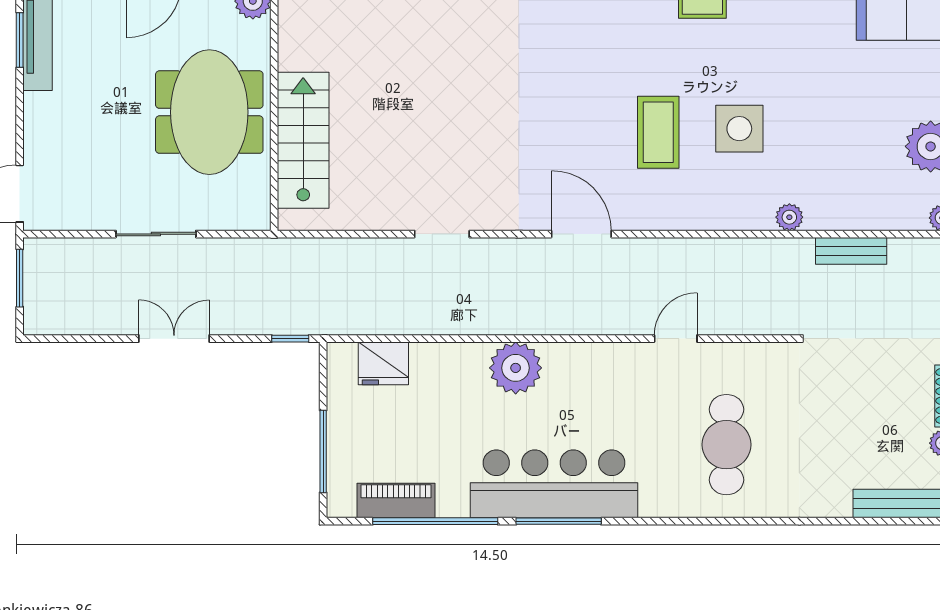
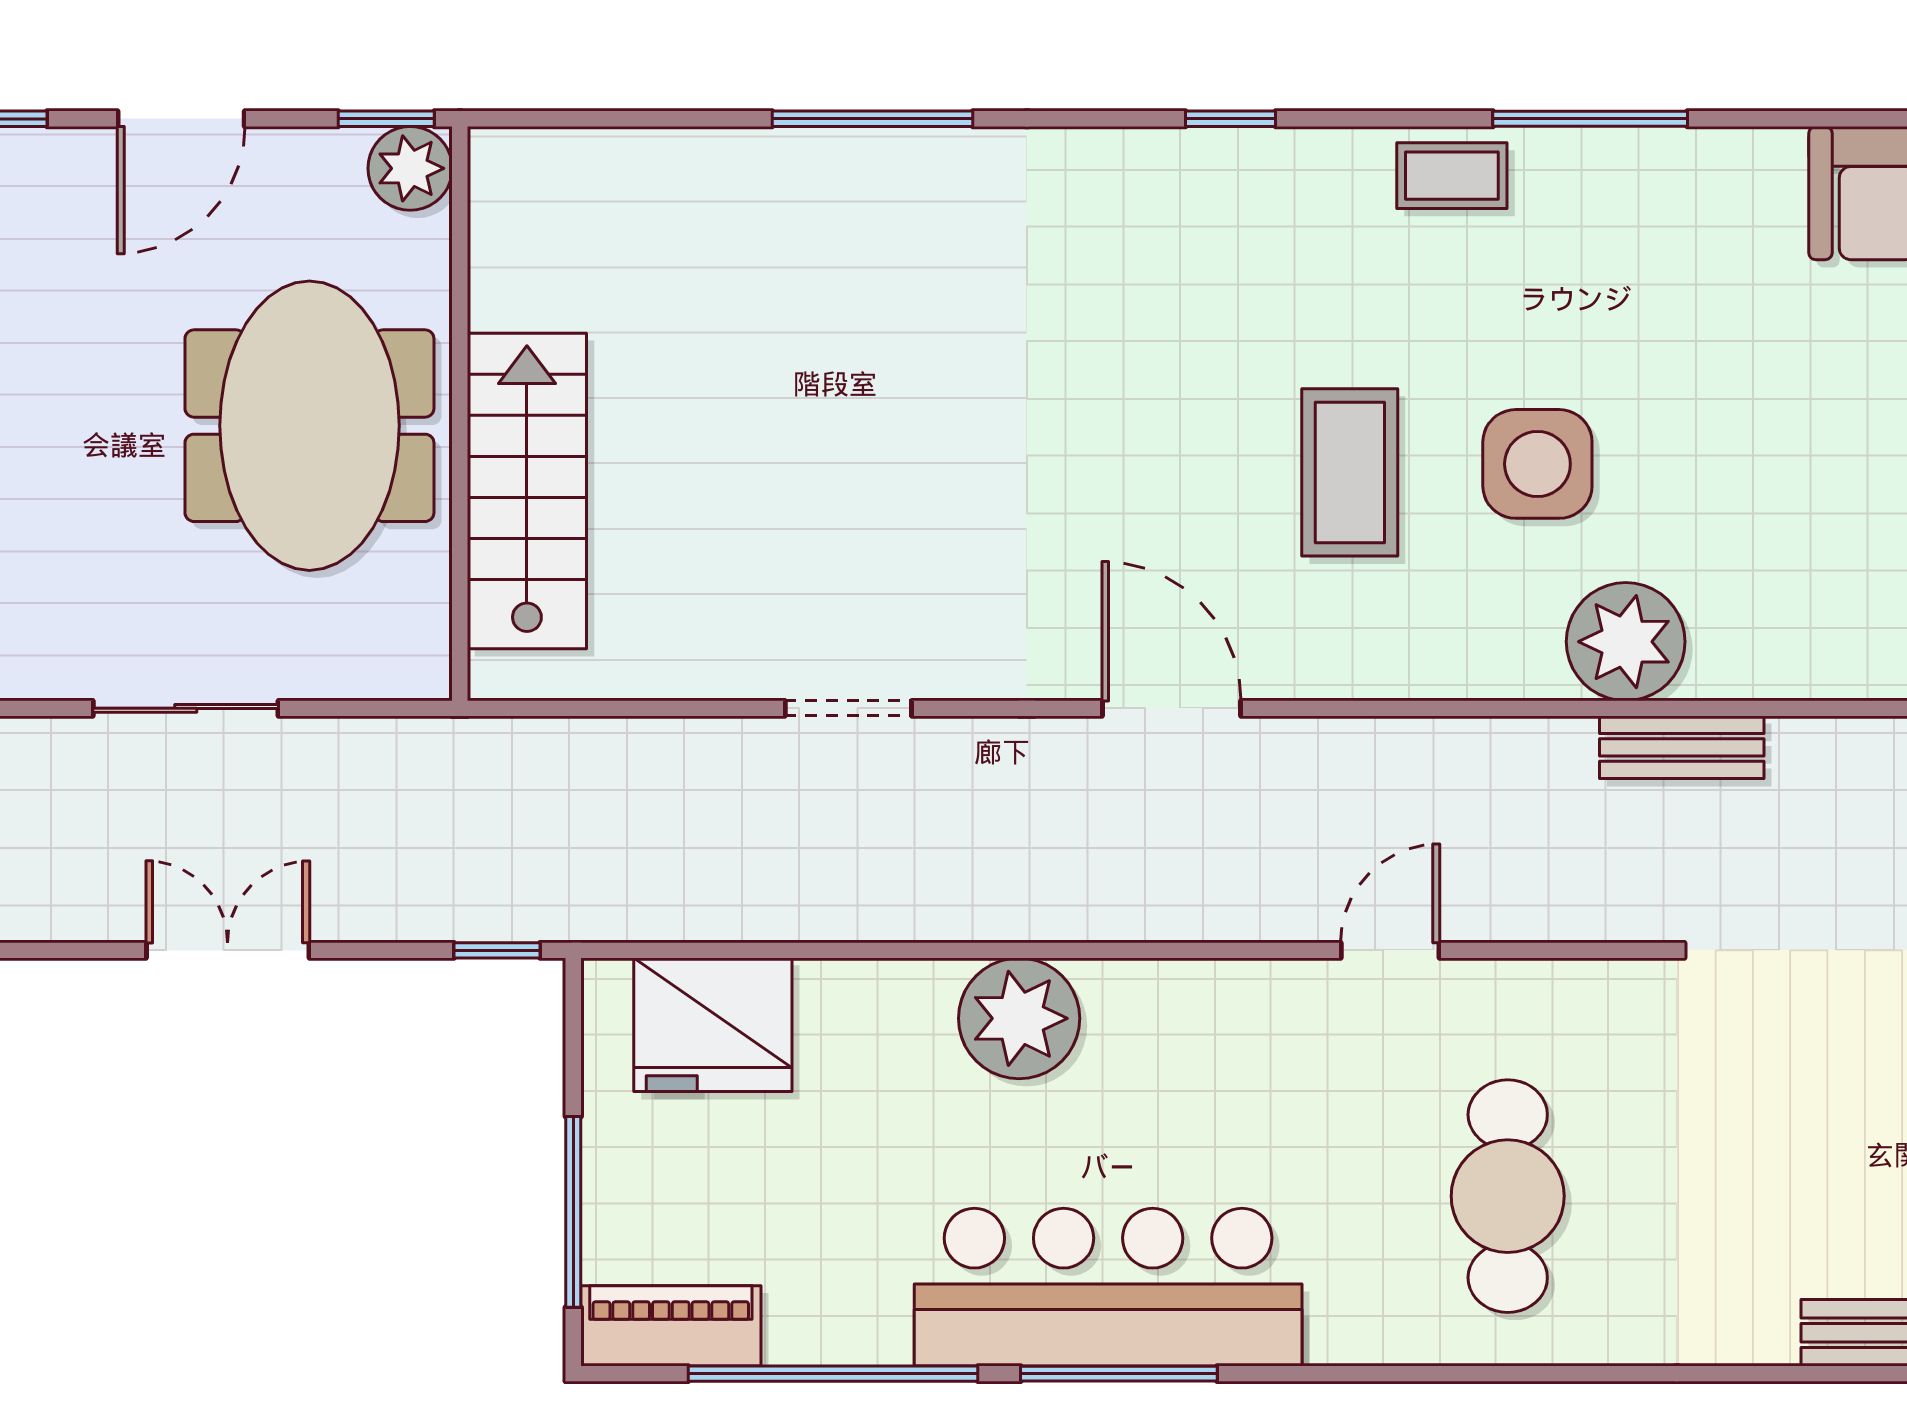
plant: (789, 217) -> (1626, 642), width x1.87, depth x1.87
bench: (851, 251) -> (1682, 747), moved
fridge: (383, 363) -> (713, 1025), width x1.36, depth x1.34
piano: (396, 501) -> (671, 1326), moved

